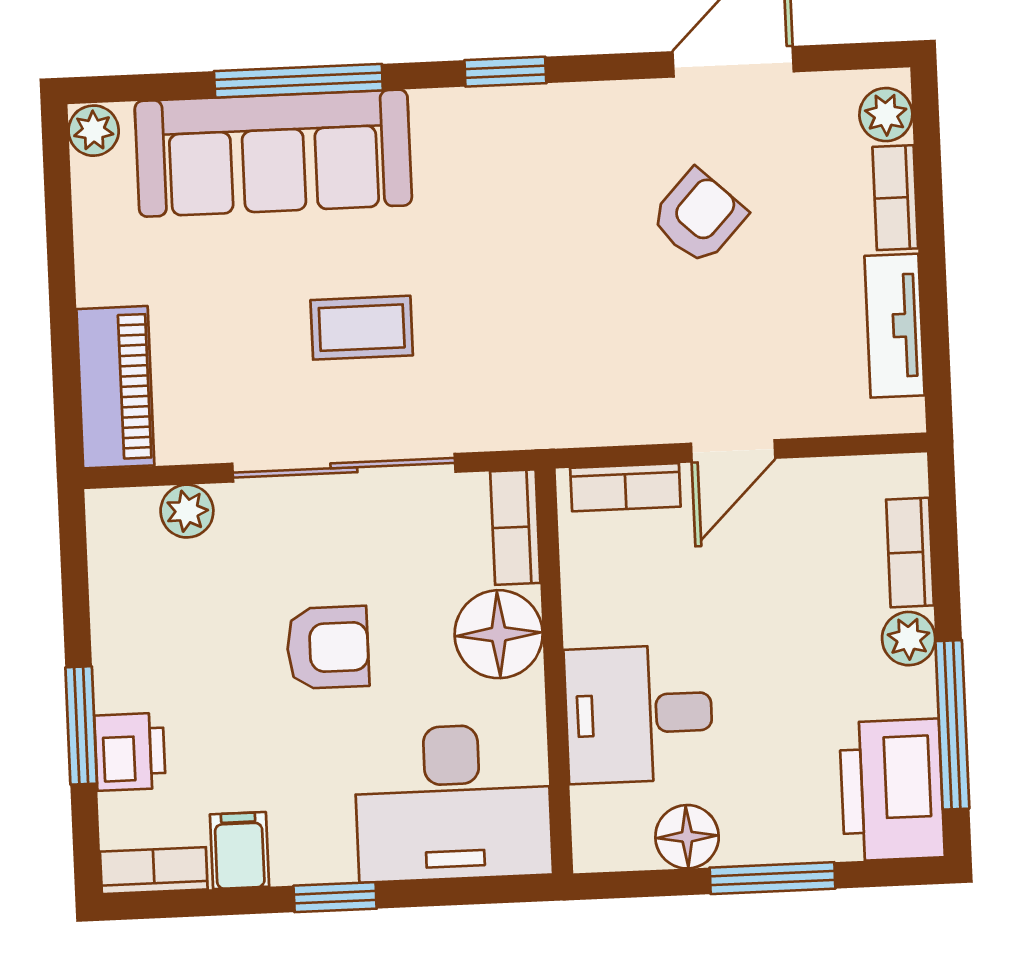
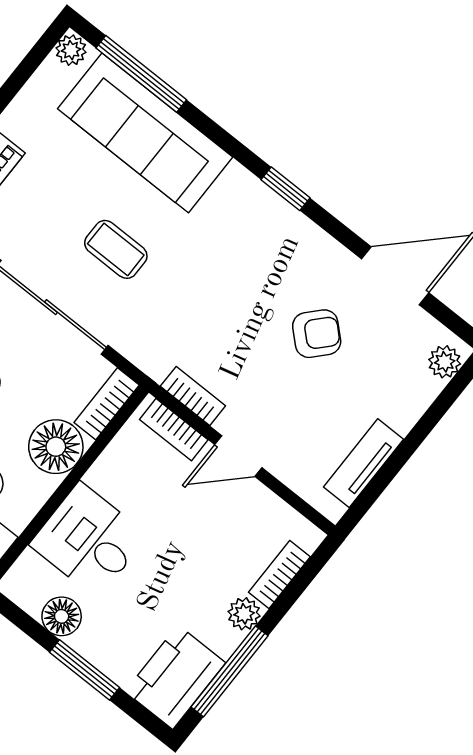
window: (298, 81) -> (141, 74), moved
bookcase: (895, 198) -> (193, 396), moved, turned 90

